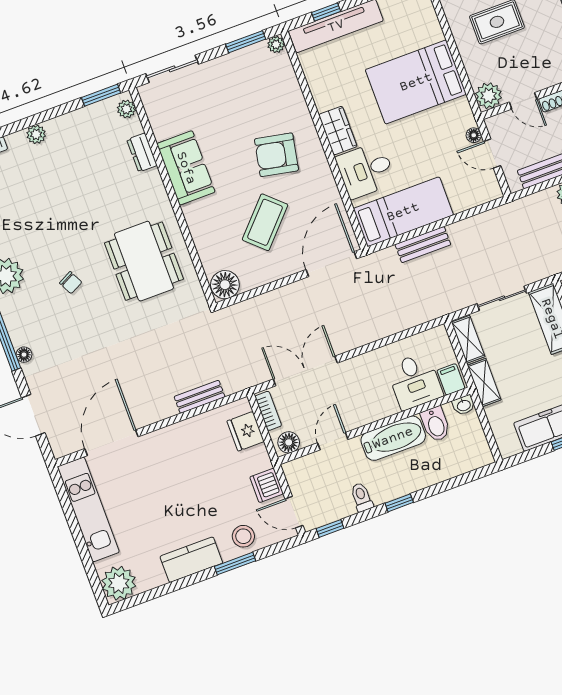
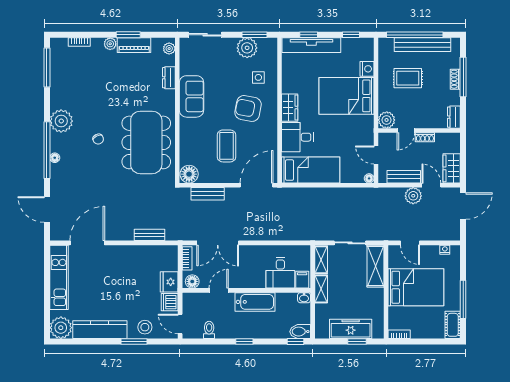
nightstand: (431, 30) -> (367, 69), added
plant: (276, 44) -> (247, 48), moved, width x1.88, depth x1.88
window: (101, 95) -> (128, 35), moved
door: (523, 101) -> (406, 131), hinge flipped
side table: (275, 103) -> (258, 77), added
piano: (72, 123) -> (134, 45), added
floor lamp: (474, 135) -> (369, 178), moved
coffee table: (265, 222) -> (226, 146), turned -43
bench: (423, 245) -> (208, 194), moved
dining table: (144, 261) -> (146, 142), width x1.36, depth x1.24
floor lamp: (24, 355) -> (55, 158), moved
double door: (305, 371) -> (218, 243), swing flipped
bidet: (435, 424) -> (300, 332), moved, turned 90
fridge: (246, 431) -> (169, 282), moved
toilet: (362, 497) -> (209, 330), moved
window: (330, 528) -> (295, 342), moved
kitchen counter: (191, 560) -> (100, 330), width x1.50

